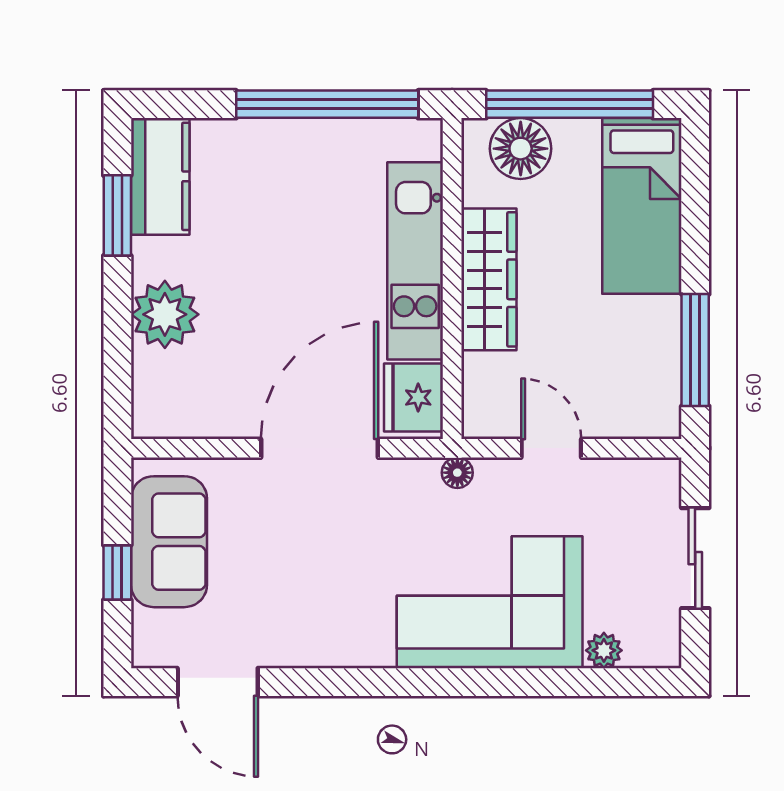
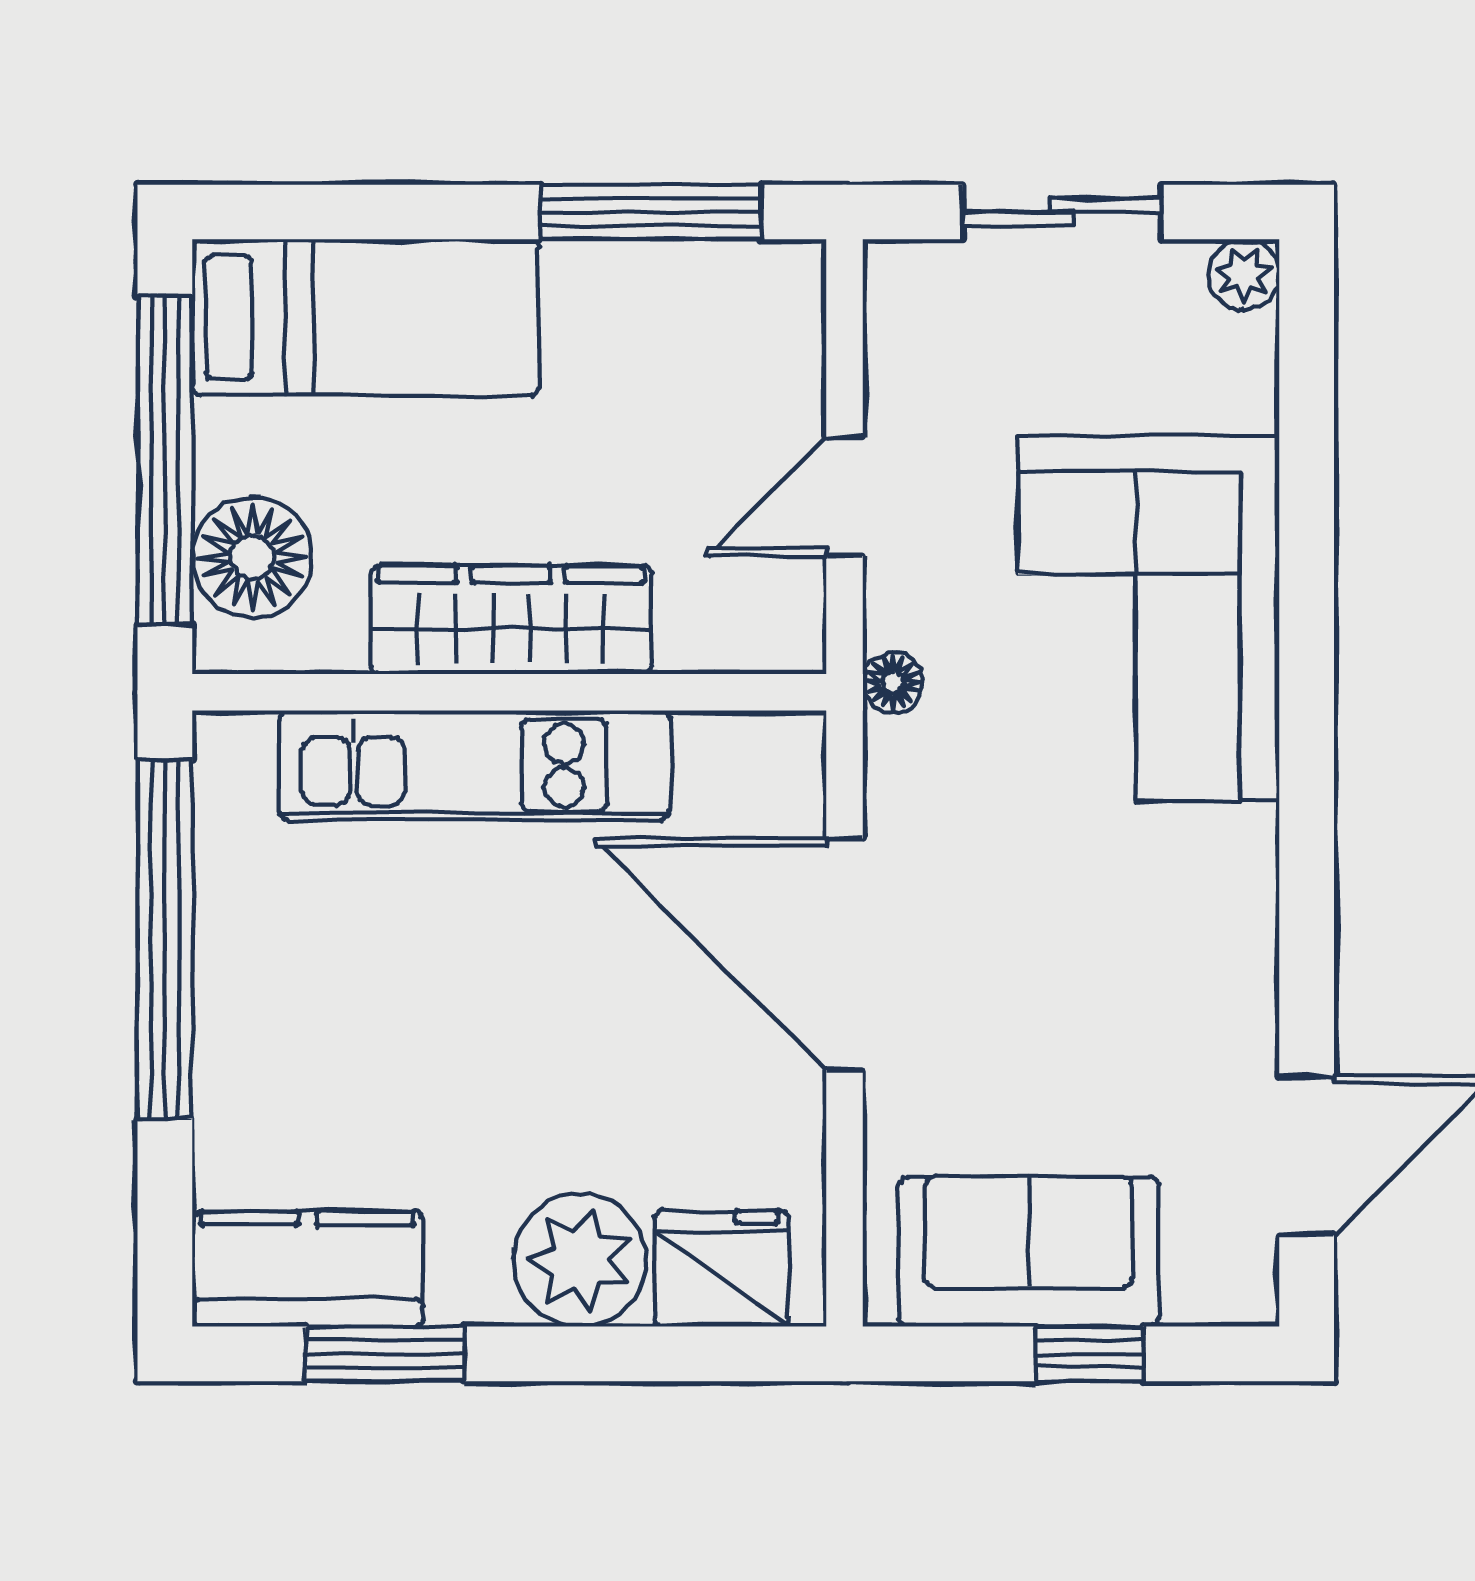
fridge: (414, 397) -> (722, 1269), moved, turned 180
plant: (604, 650) -> (1244, 275), moved

